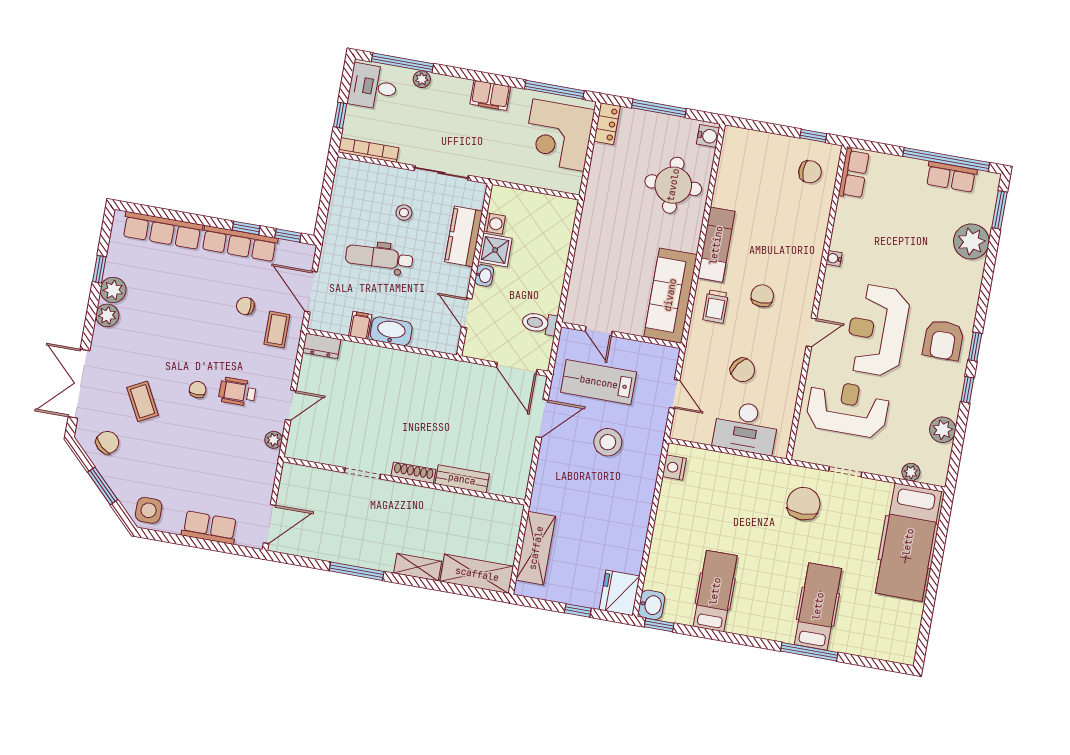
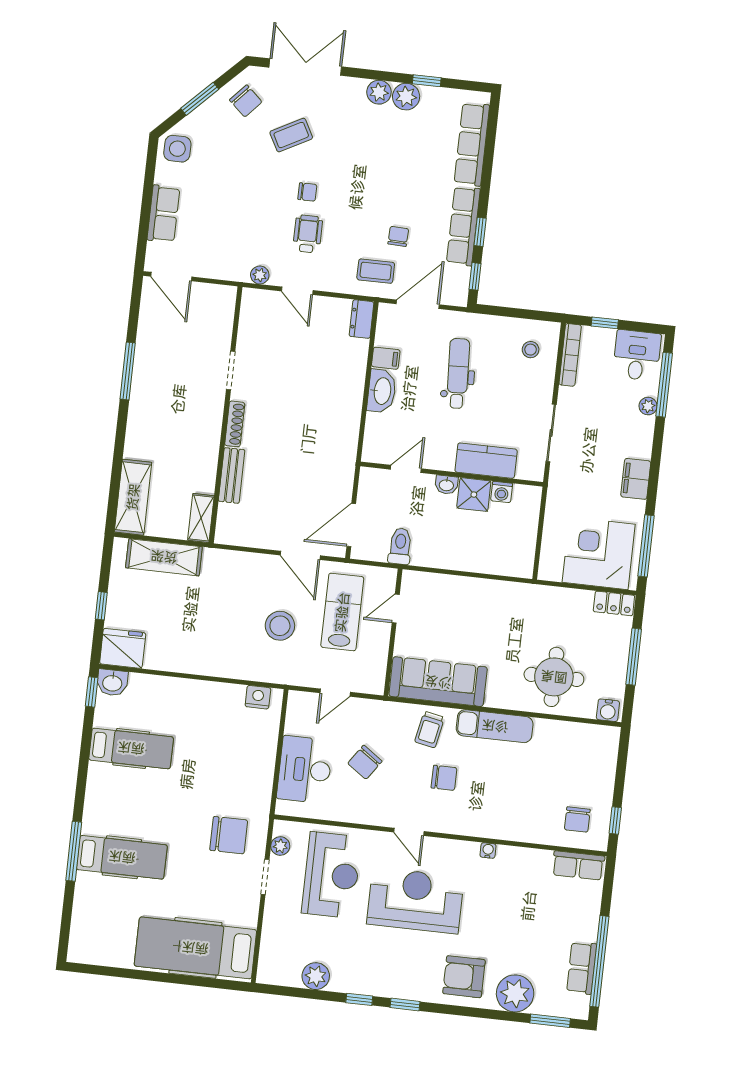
stool: (404, 213) -> (531, 350), moved
trolley: (716, 306) -> (430, 730), turned -79
armchair: (943, 340) -> (464, 977), moved
plant: (911, 472) -> (280, 846), moved
shelving: (418, 567) -> (201, 518), moved

